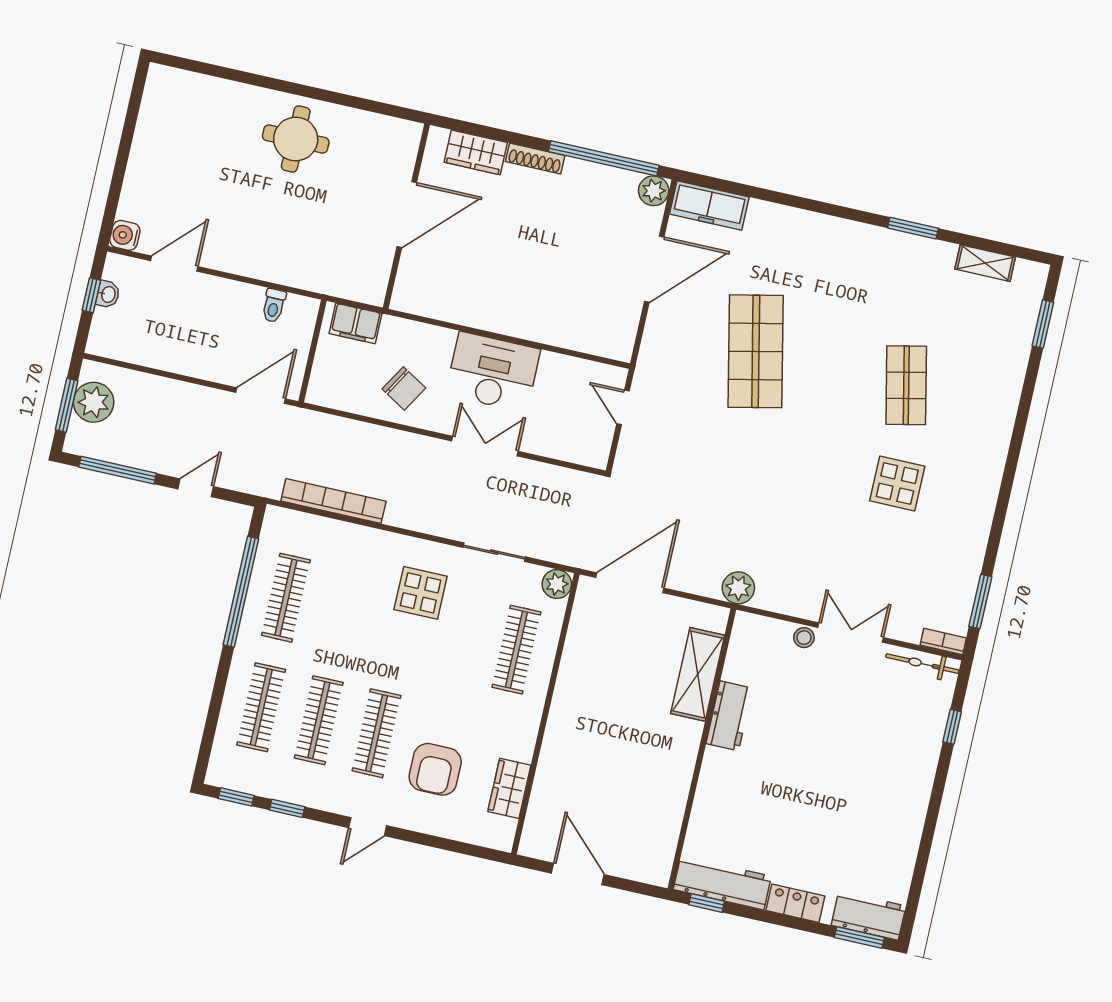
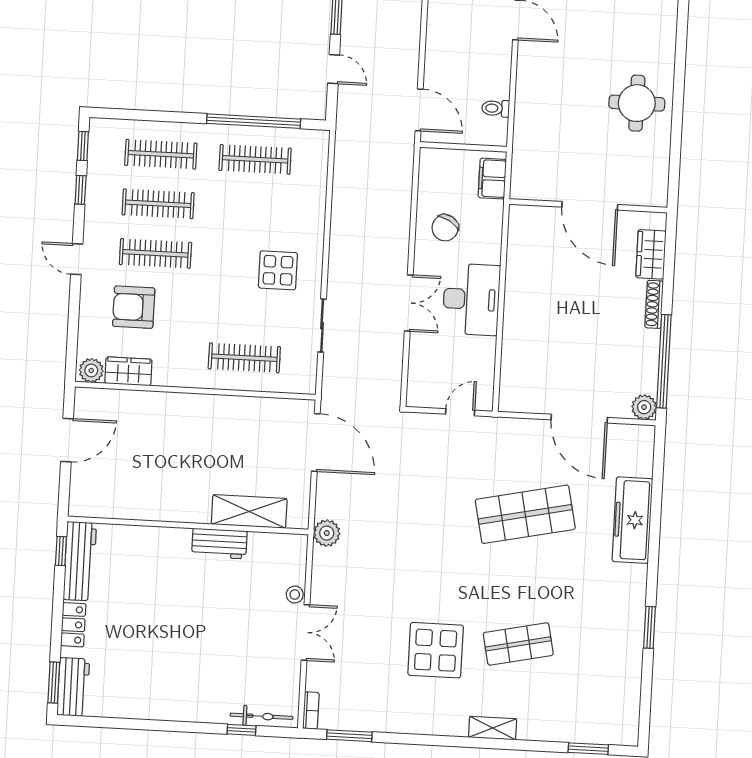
freezer: (709, 206) -> (632, 520), moved, width x1.36, depth x1.26
shelving: (985, 263) -> (493, 728), moved, turned 90
display table: (897, 483) -> (436, 650), width x1.36, depth x1.36
bookcase: (333, 501) -> (342, 185), removed
plant: (557, 584) -> (91, 370), moved
bicycle: (922, 664) -> (262, 716), moved, turned 90

